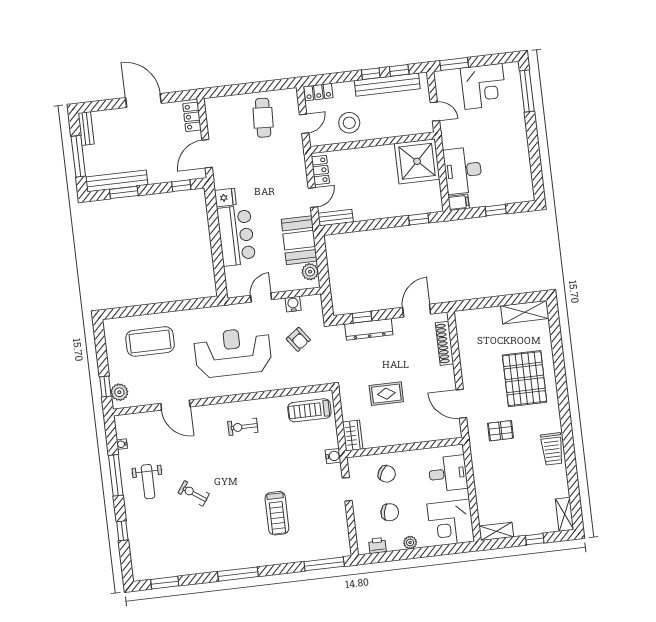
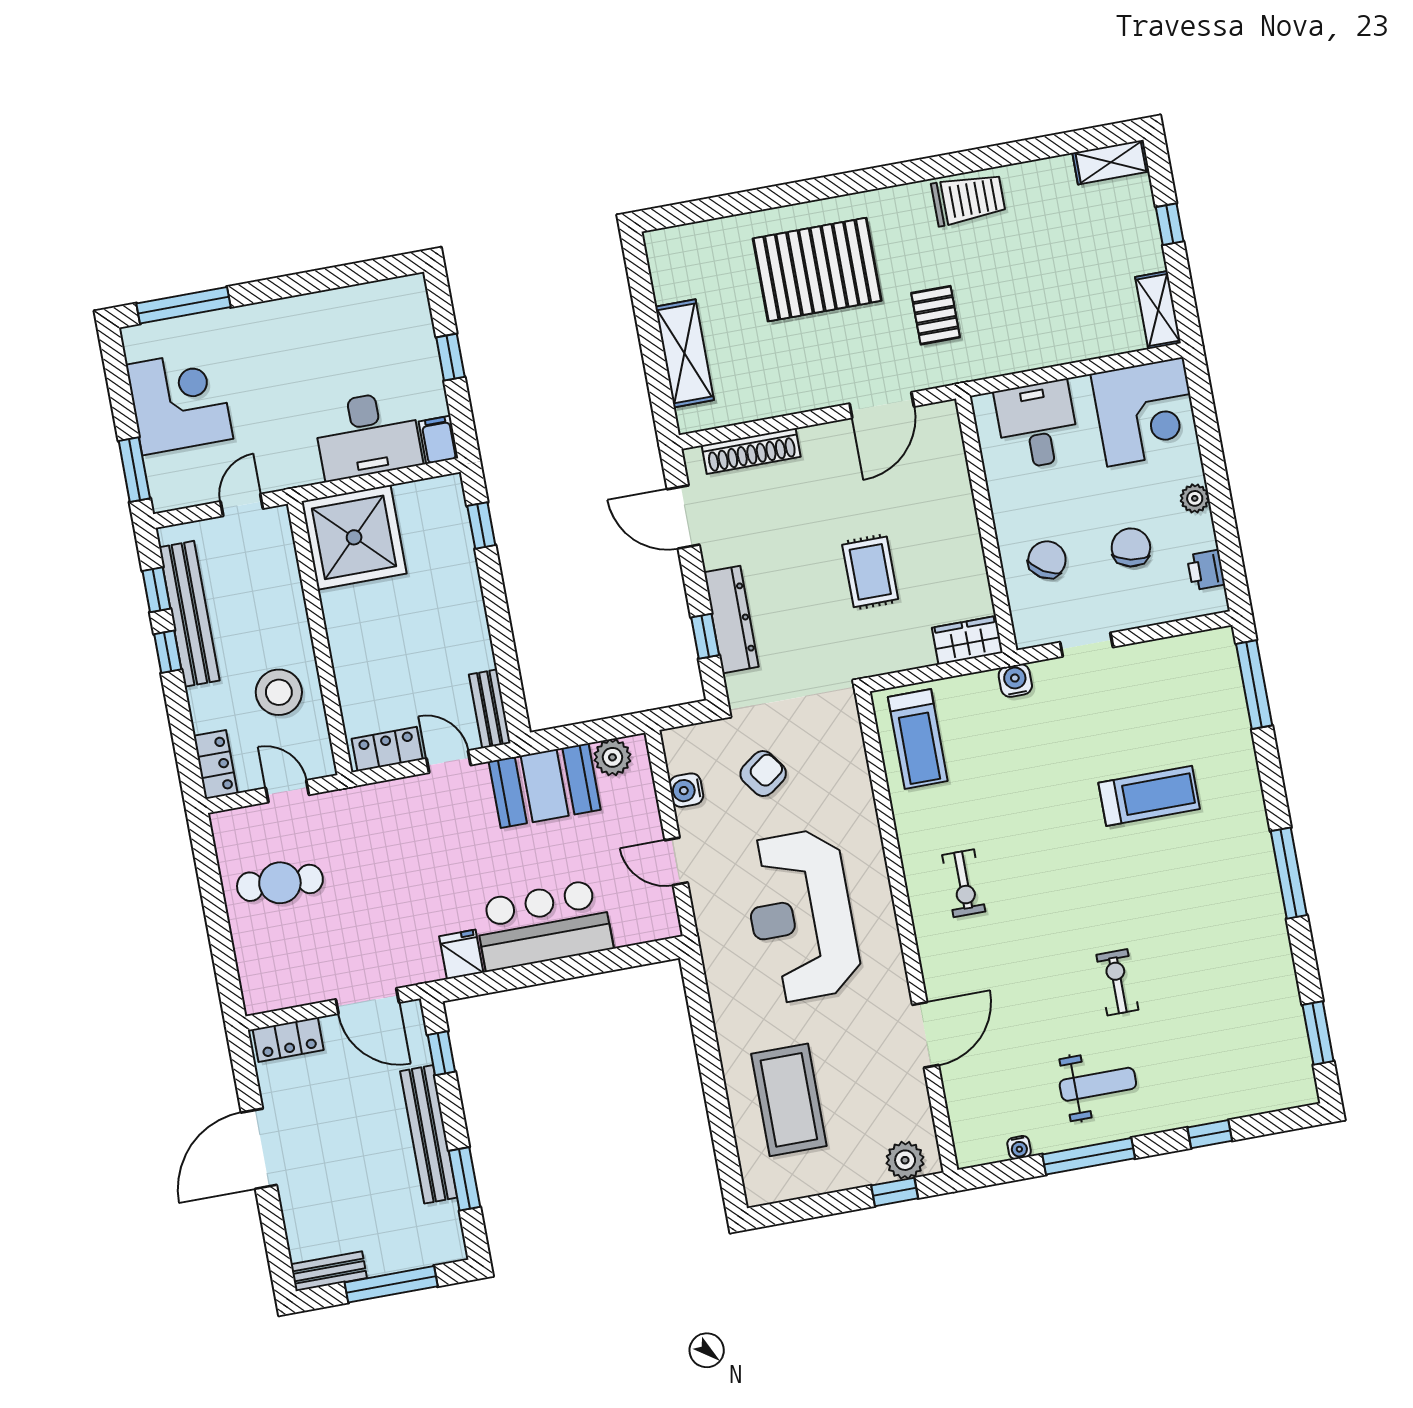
bench: (117, 181) -> (429, 1134), moved
shelving: (525, 312) -> (685, 353), moved
exercise bike: (194, 493) -> (1117, 982), turned 145

